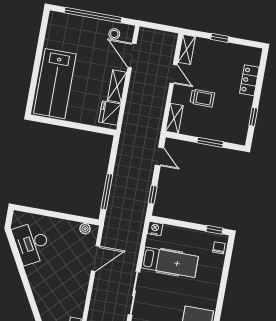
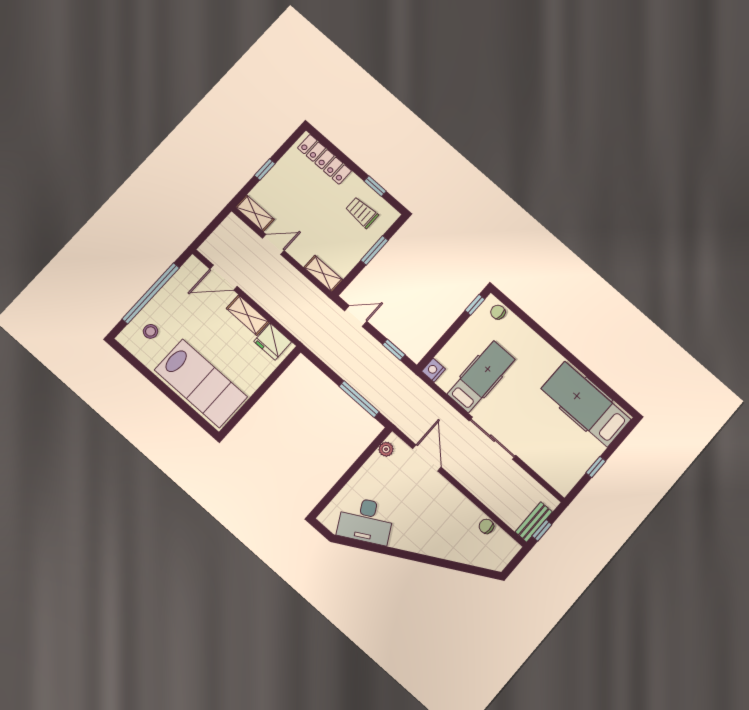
stool: (114, 34) -> (150, 331), moved
locker: (249, 80) -> (325, 159), width x1.53
trolley: (202, 98) -> (362, 212), moved, turned -90

